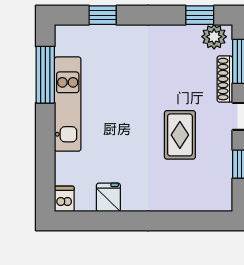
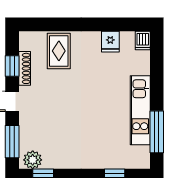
shoe rack: (225, 79) -> (25, 68), moved
rug: (180, 135) -> (59, 51), moved

